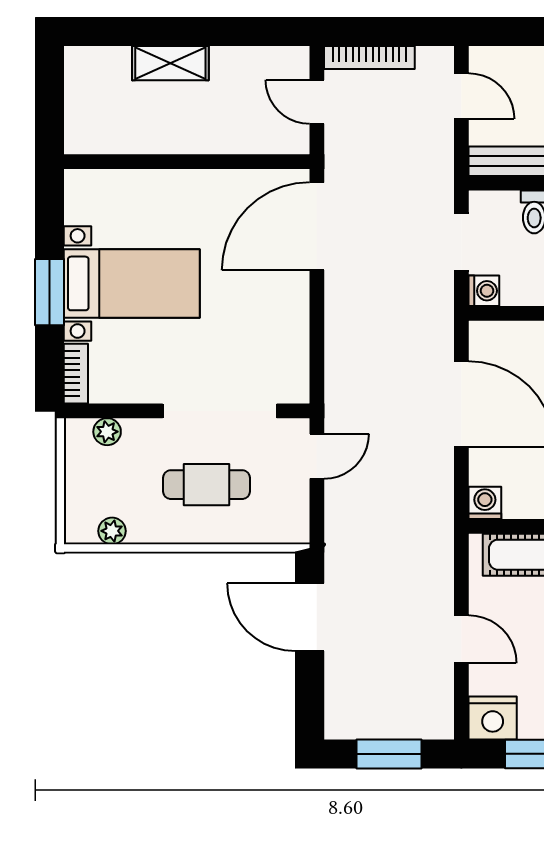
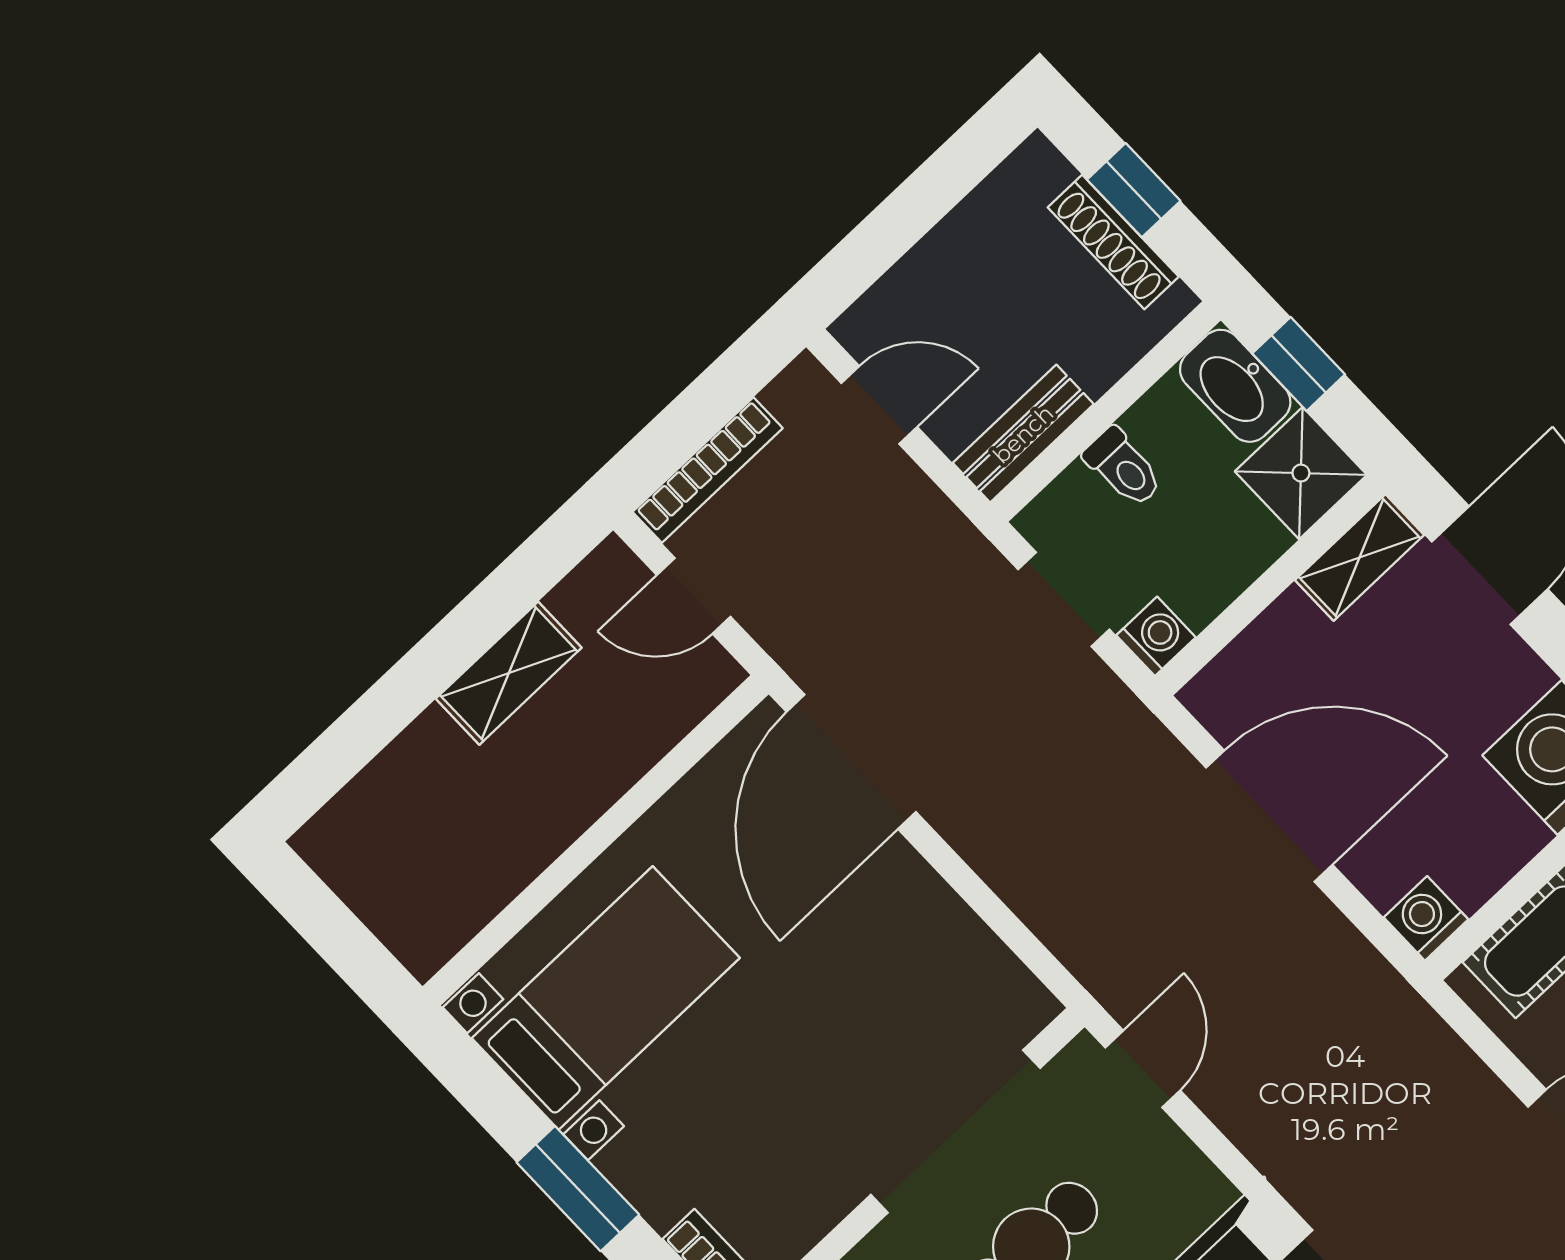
shelving: (170, 63) -> (509, 673), moved
bed with nightstands: (132, 283) -> (606, 998), moved

